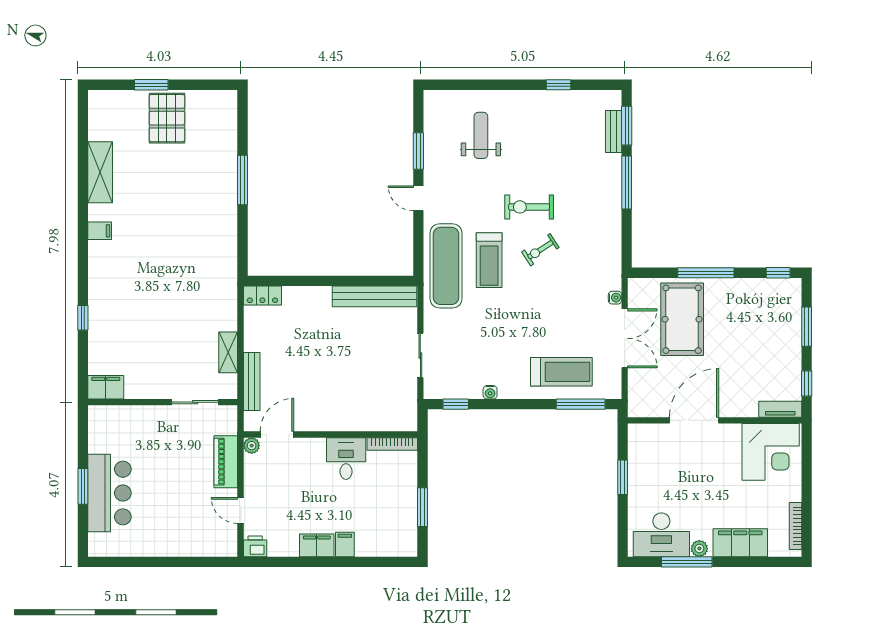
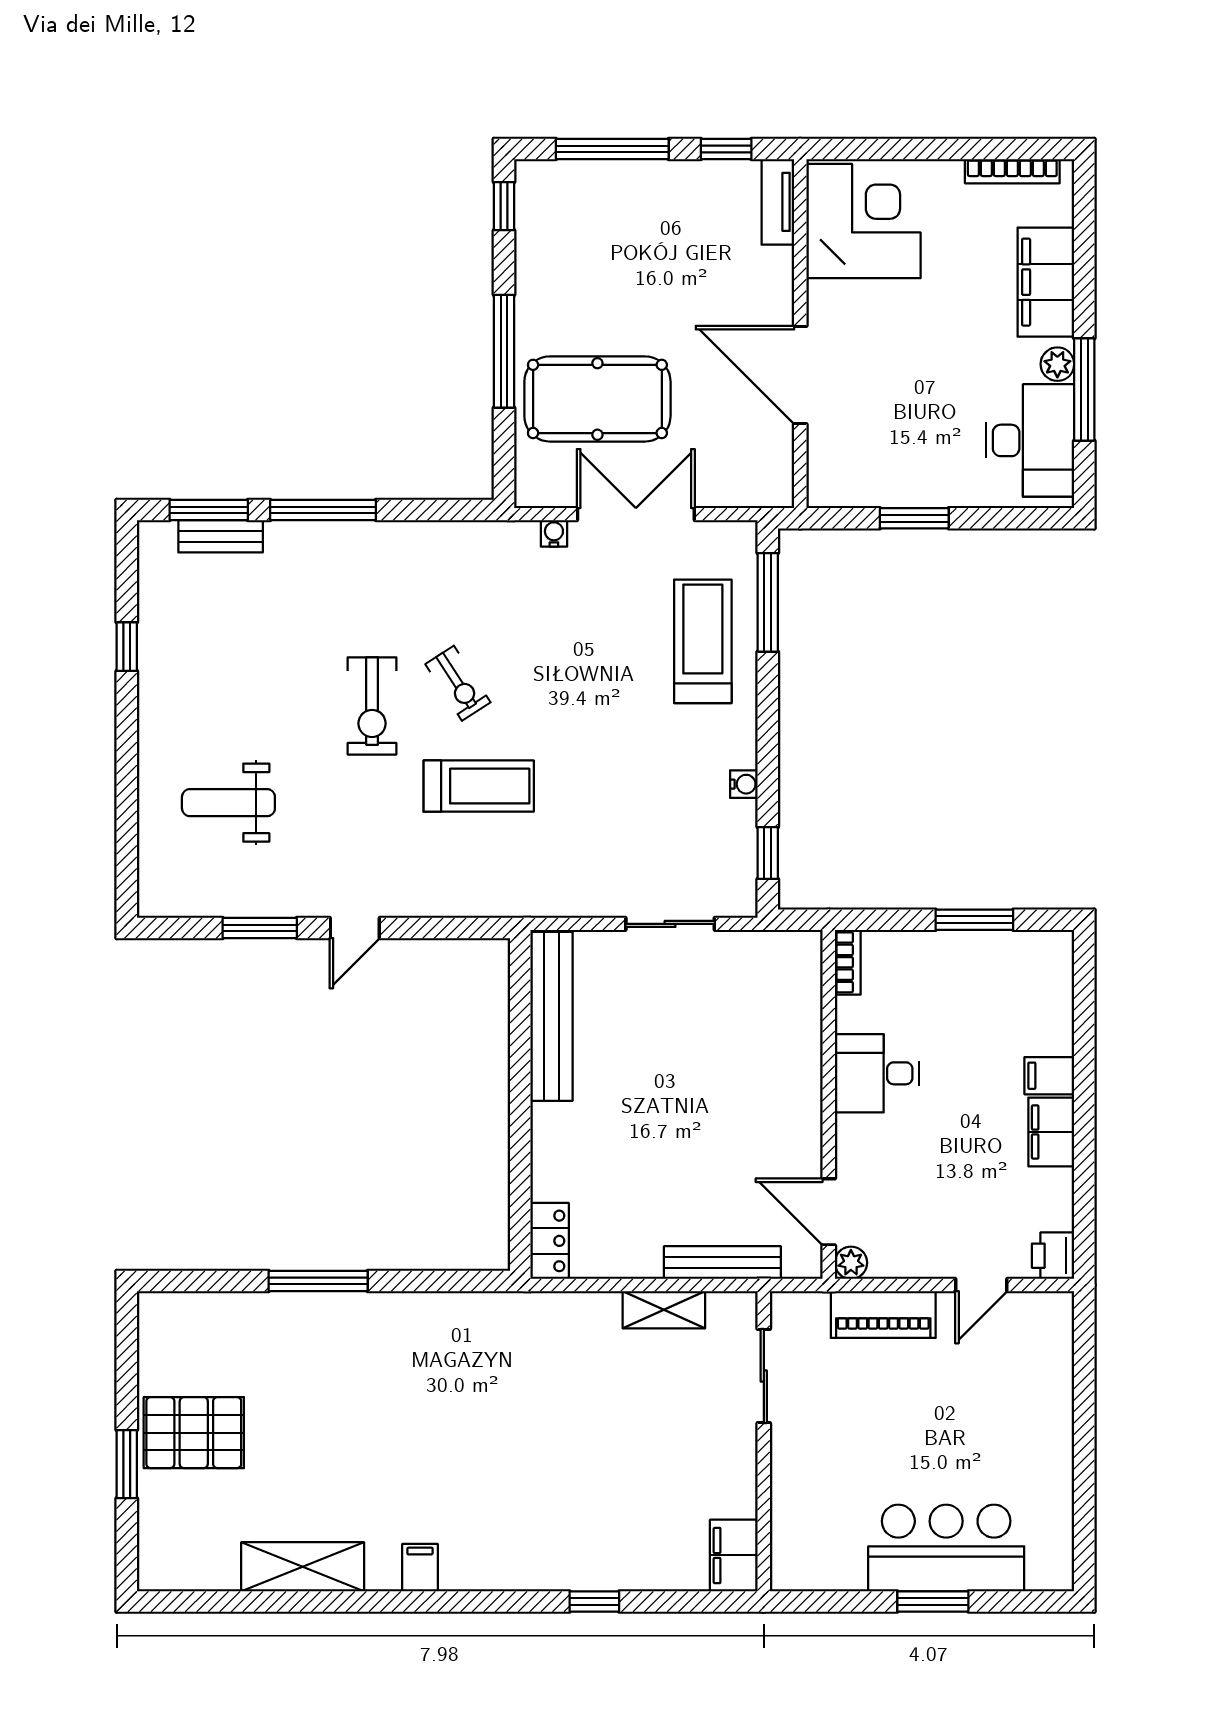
exercise mat: (446, 266) -> (490, 873), removed
window: (807, 327) -> (612, 149), width x1.44
bookcase: (392, 444) -> (848, 962), width x0.64

